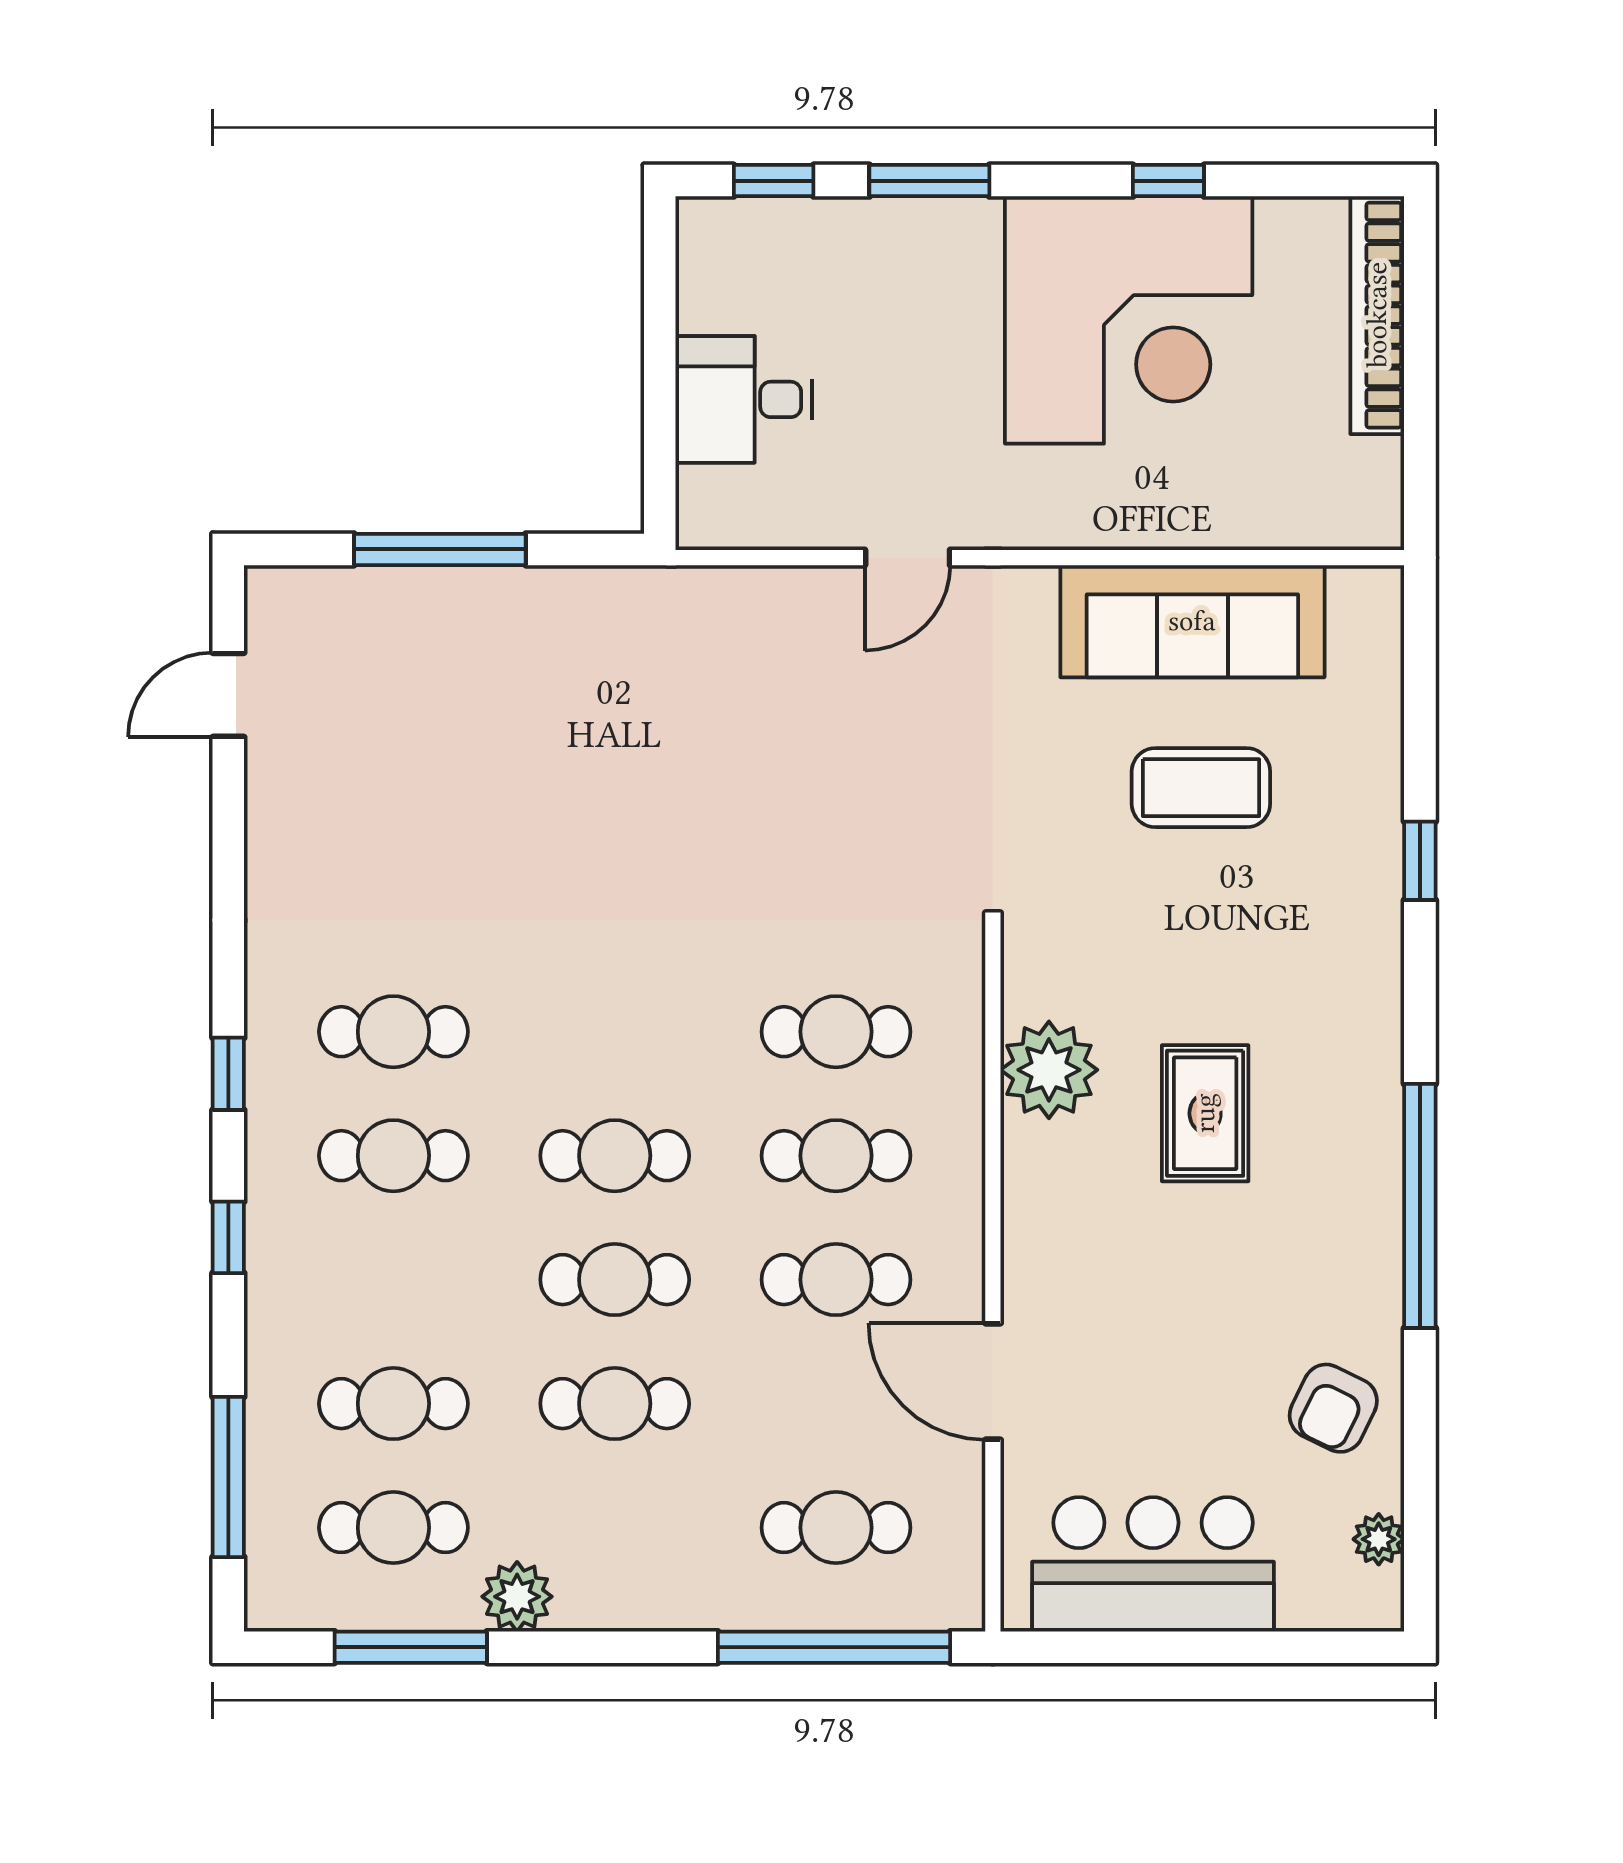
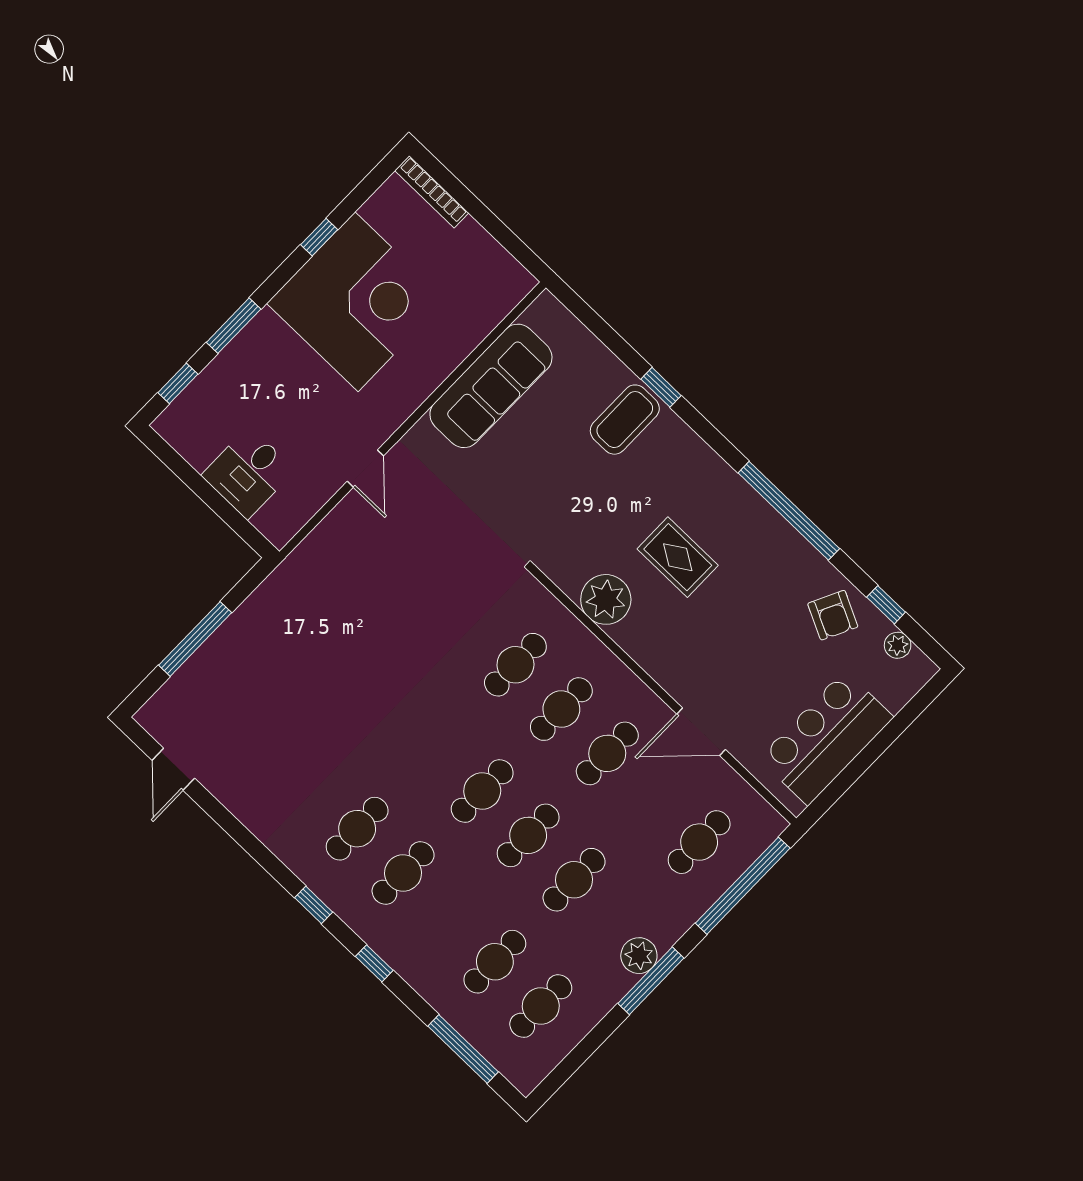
bookcase: (1377, 315) -> (432, 192), width x0.68, depth x0.76
coffee table: (1201, 788) -> (625, 420), moved
window: (1420, 1468) -> (886, 605), added
plant: (517, 1597) -> (639, 956), moved
window: (411, 1647) -> (651, 981), moved

